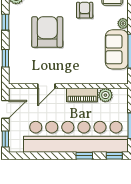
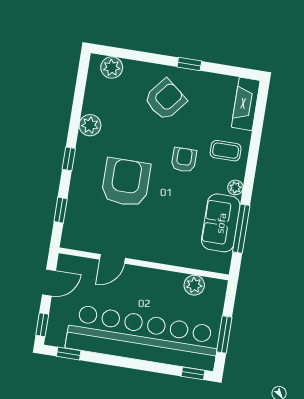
piano: (82, 95) -> (161, 280), removed
window: (84, 156) -> (69, 353), moved

